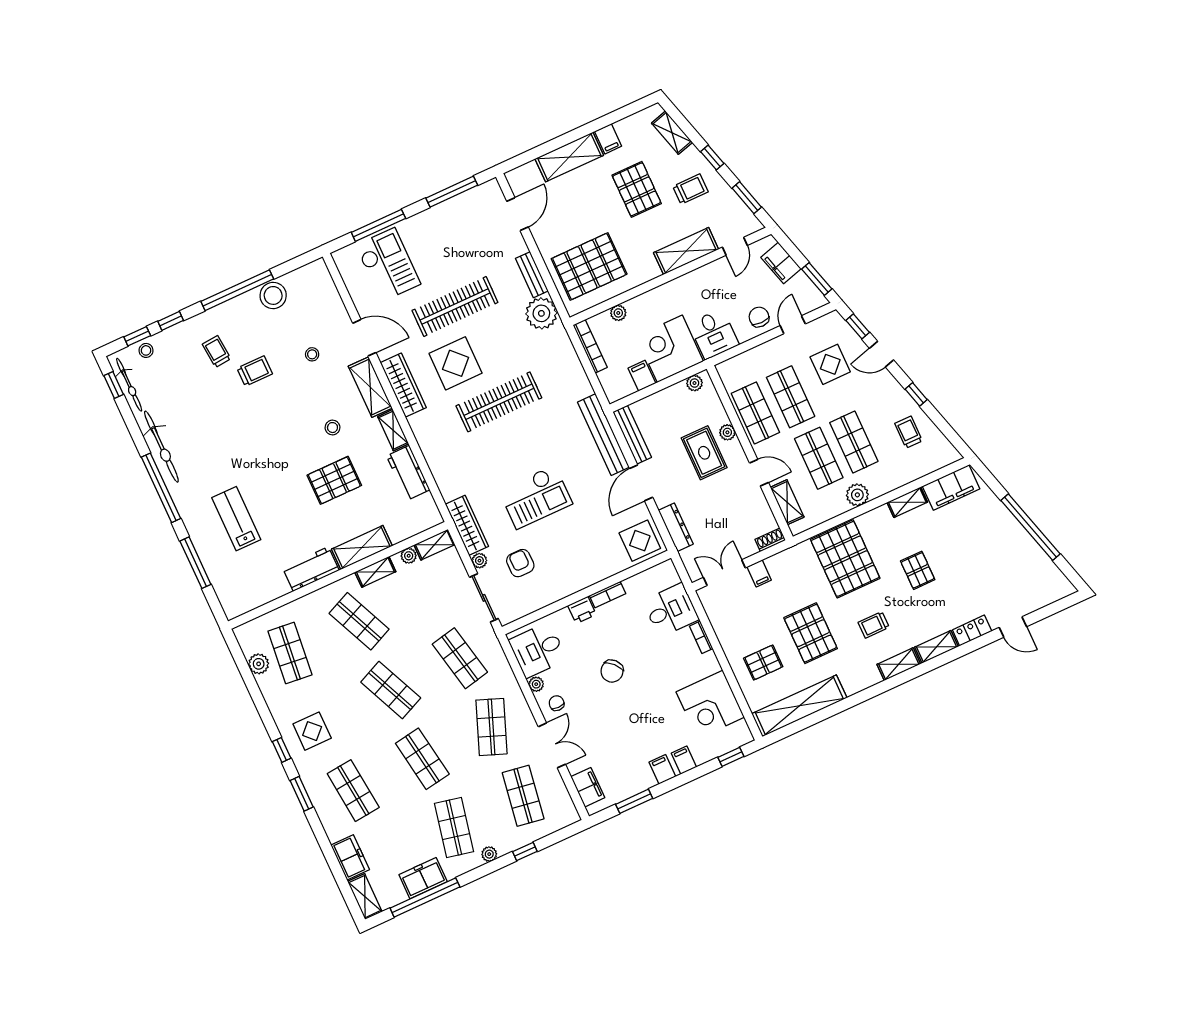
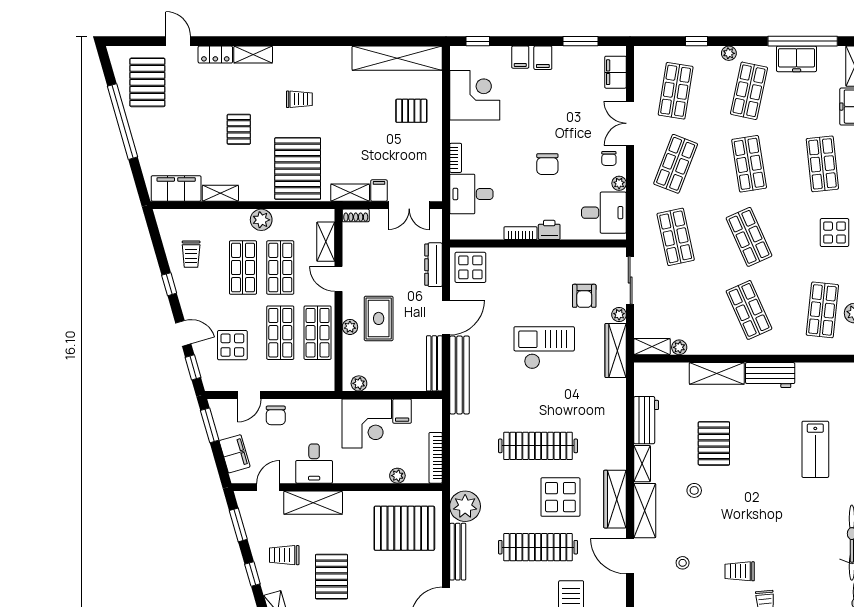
bench: (532, 275) -> (458, 552), width x1.36
desk: (714, 334) -> (314, 464), moved, turned 180
pallet: (334, 480) -> (714, 443), turned 90
shelving: (375, 572) -> (715, 347), removed
pallet: (811, 633) -> (147, 82), moved
shelving: (899, 664) -> (350, 193), moved
chair: (612, 671) -> (547, 164), turned 133

